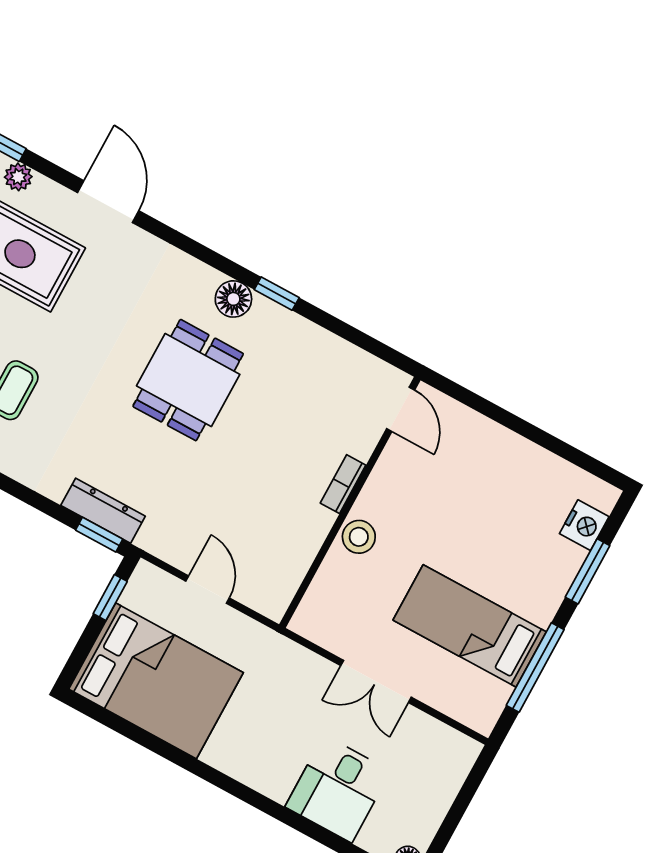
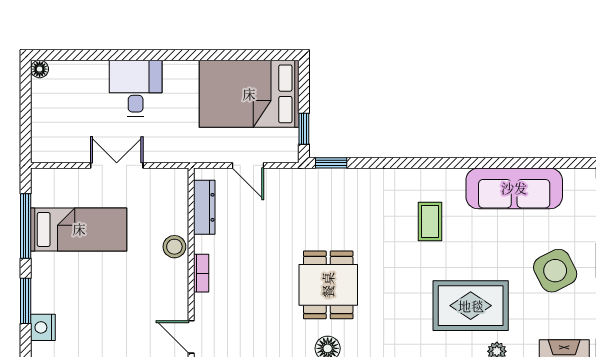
dresser: (103, 511) -> (204, 207), moved, turned -90
desk: (338, 789) -> (136, 88), moved

